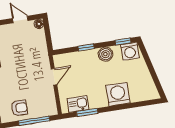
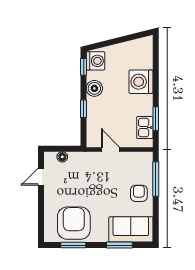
floor lamp: (39, 24) -> (62, 157), moved

